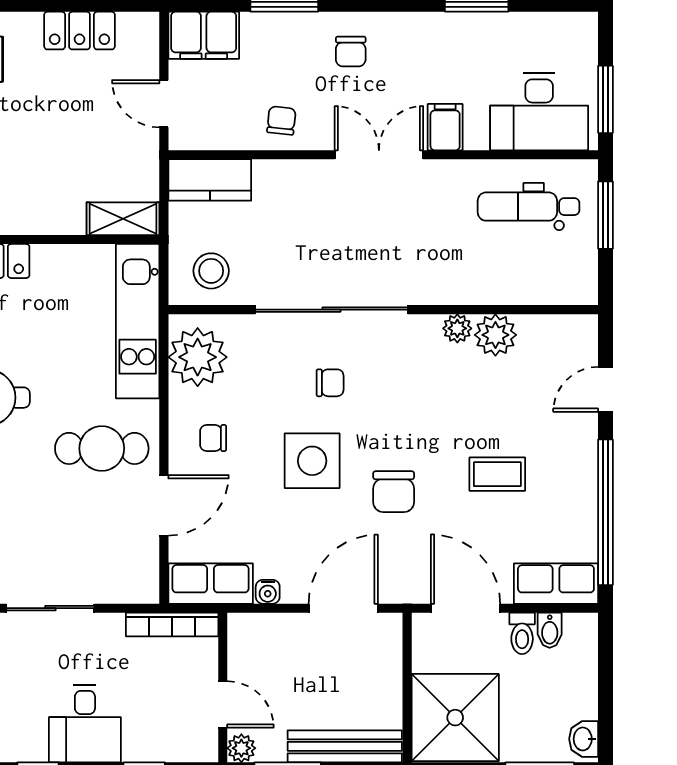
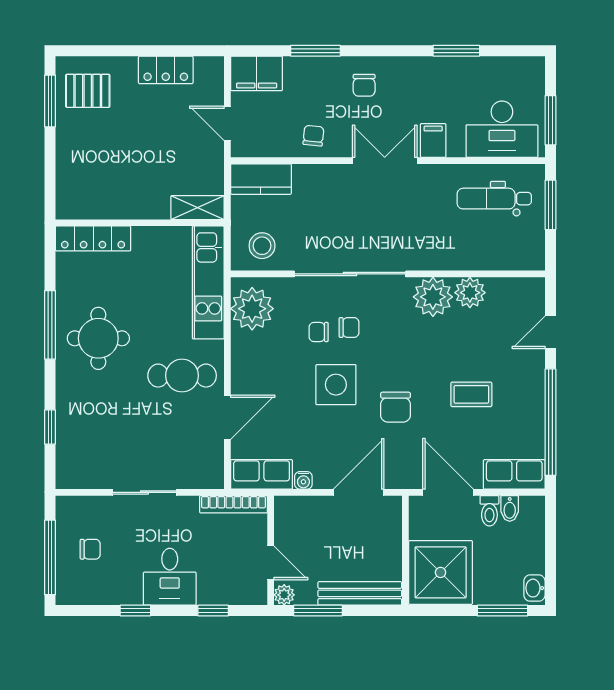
plant: (457, 328) -> (433, 297), width x1.87, depth x1.87
chair: (213, 438) -> (319, 332), moved

